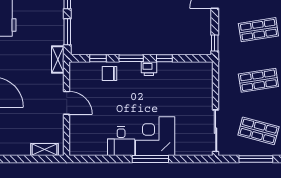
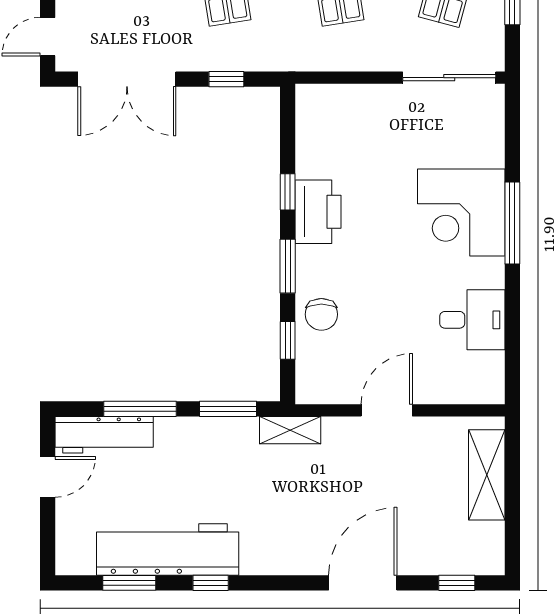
window: (215, 43) -> (226, 79), moved
printer: (149, 69) -> (318, 212), width x1.87, depth x1.48
desk: (121, 141) -> (472, 320), moved
shelving: (45, 150) -> (487, 475), width x1.50, depth x1.33

